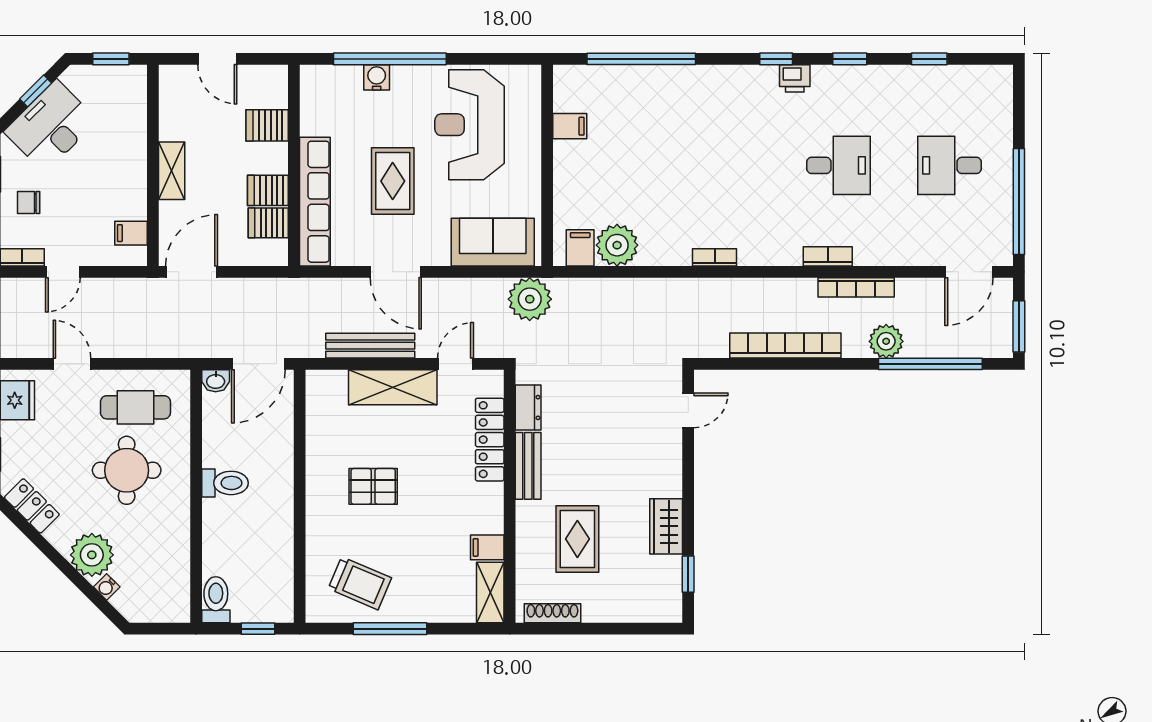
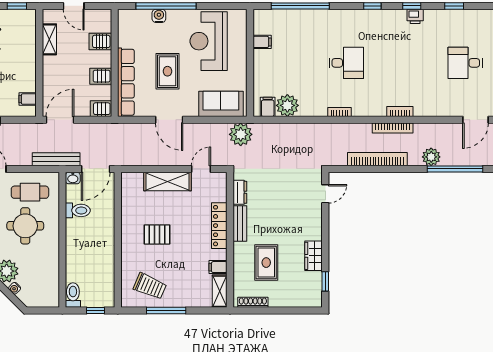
printer: (795, 78) -> (415, 16), moved
desk: (838, 165) -> (346, 63), moved
shelving: (172, 171) -> (49, 39), moved
server rack: (268, 223) -> (101, 109), moved
bookcase: (856, 287) -> (393, 128), moved
bench: (370, 346) -> (56, 159), moved
locker: (490, 440) -> (219, 226), moved
toilet: (225, 483) -> (78, 210), moved

